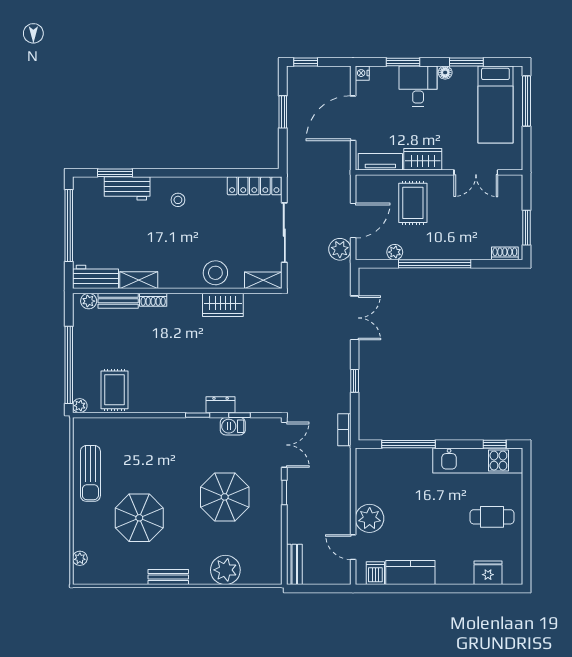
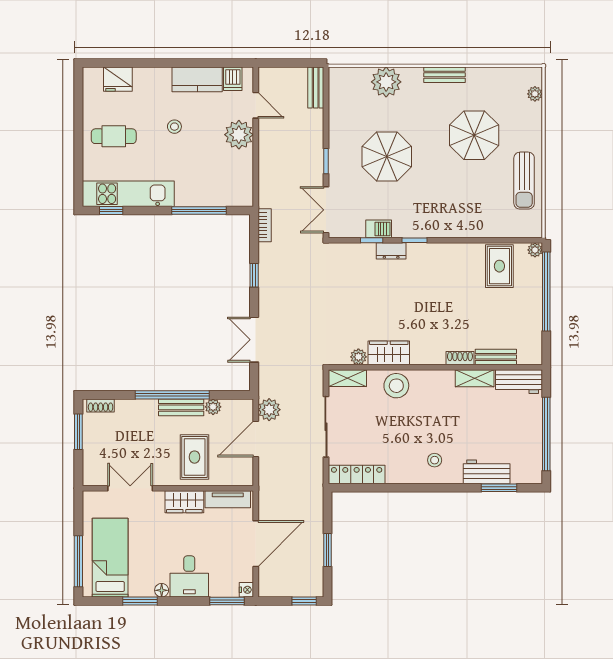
window: (403, 62) -> (227, 601), moved
bench: (426, 252) -> (181, 407), added
plant: (89, 301) -> (358, 357), moved
sun lounger: (90, 473) -> (524, 181), turned 180
stool: (433, 526) -> (174, 127), added

